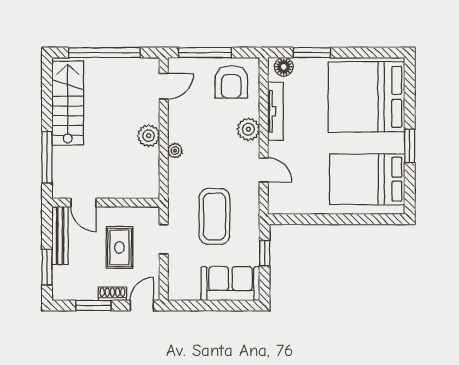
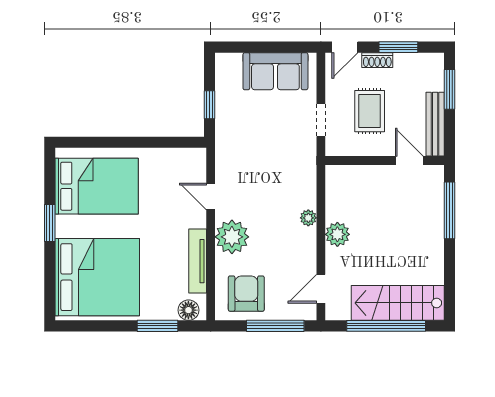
stairs: (68, 103) -> (398, 303), moved, turned 90
plant: (248, 129) -> (232, 237), width x1.36, depth x1.36
coffee table: (215, 216) -> (265, 145), removed
sofa: (230, 284) -> (275, 71), moved

